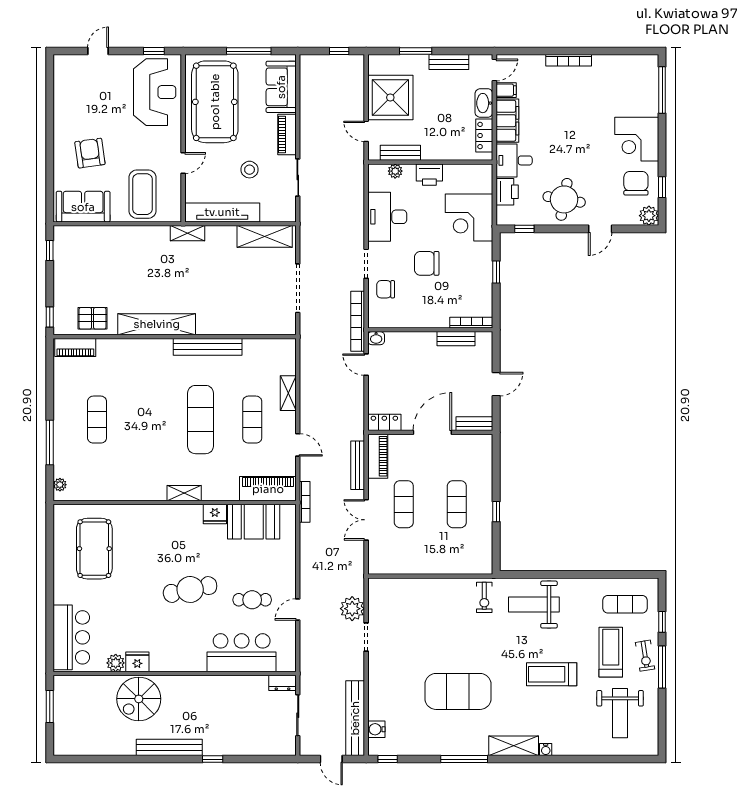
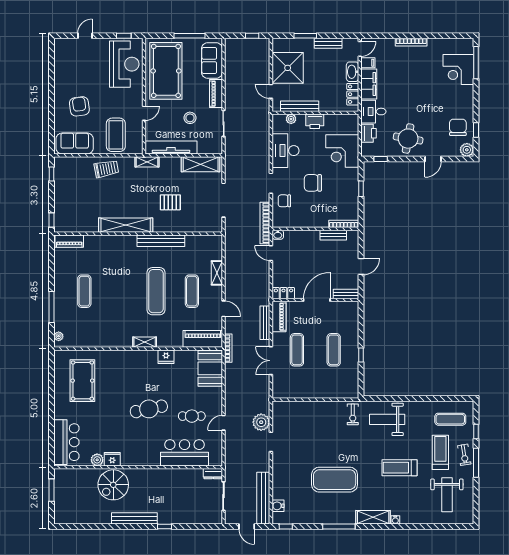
corner desk: (637, 139) -> (458, 69), moved
bench: (400, 153) -> (300, 106), width x1.36
trolley: (129, 243) -> (106, 169), added
pallet: (93, 318) -> (170, 202), moved
booth: (254, 522) -> (210, 368), moved, turned 90

